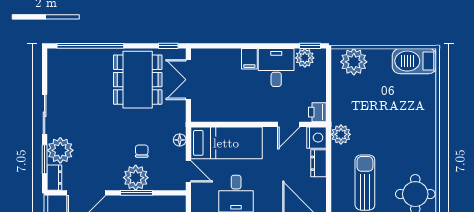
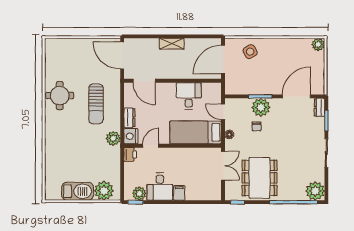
barbecue: (414, 61) -> (78, 191), moved
double door: (188, 80) -> (223, 166), moved
plant: (60, 150) -> (315, 191), moved

